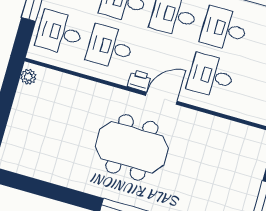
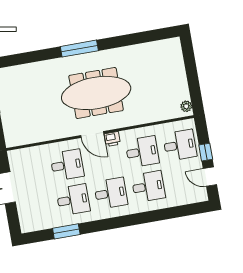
door: (161, 98) -> (92, 134), hinge flipped
meeting table: (132, 147) -> (96, 93), width x1.36

